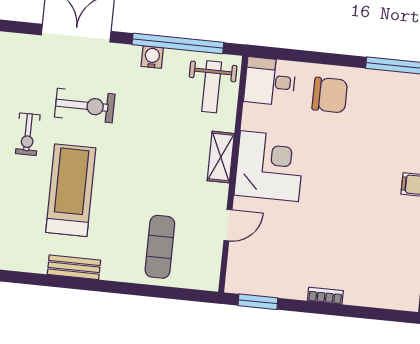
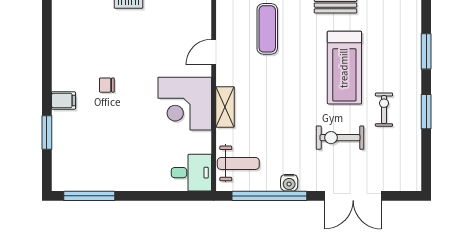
weight bench: (212, 87) -> (238, 163), turned 90
chair: (330, 95) -> (107, 85), moved, width x0.54, depth x0.54

